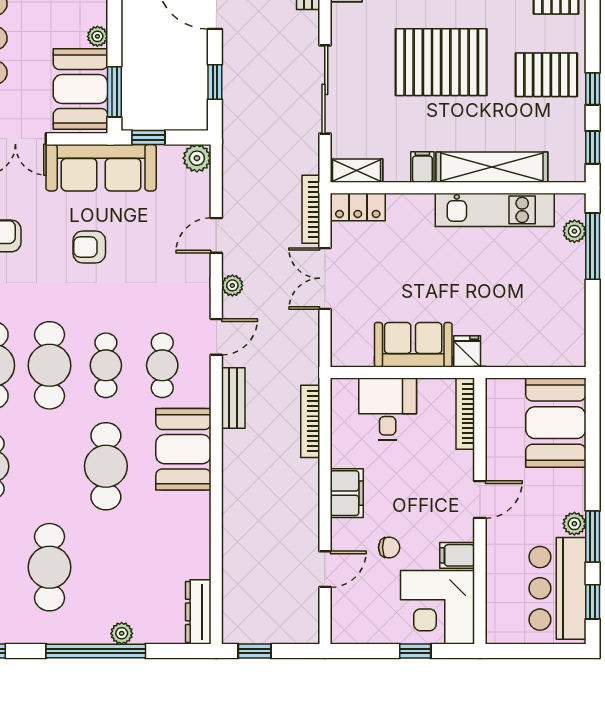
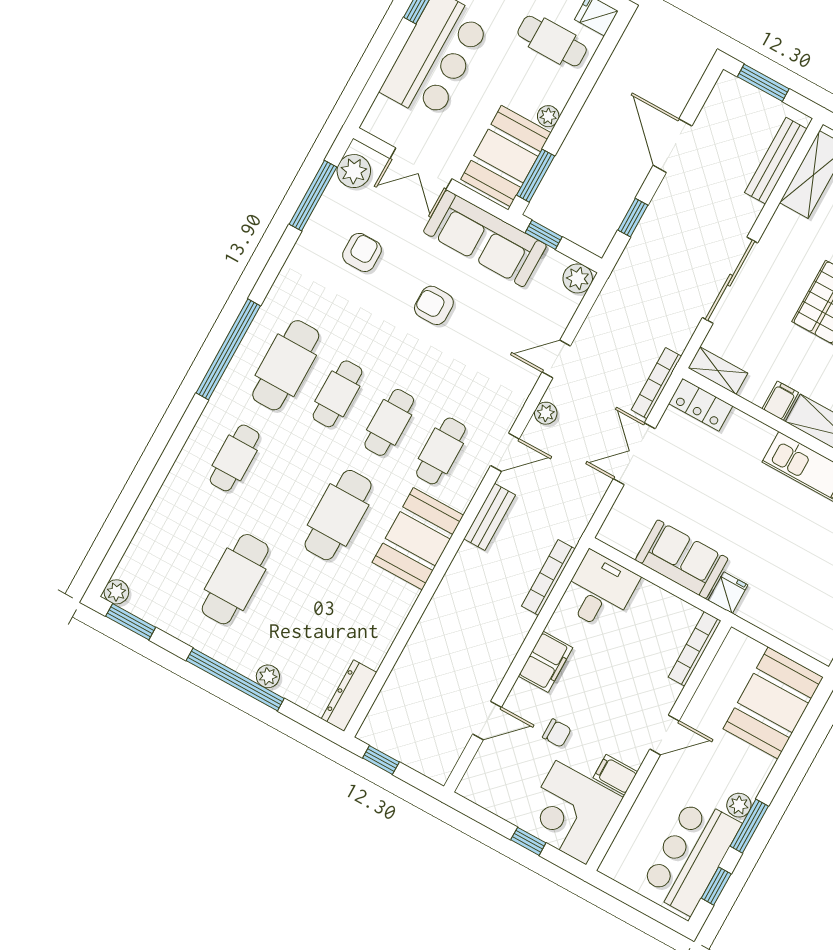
cafe table: (50, 365) -> (337, 394), width x0.73, depth x0.74
desk: (388, 409) -> (600, 591), moved

